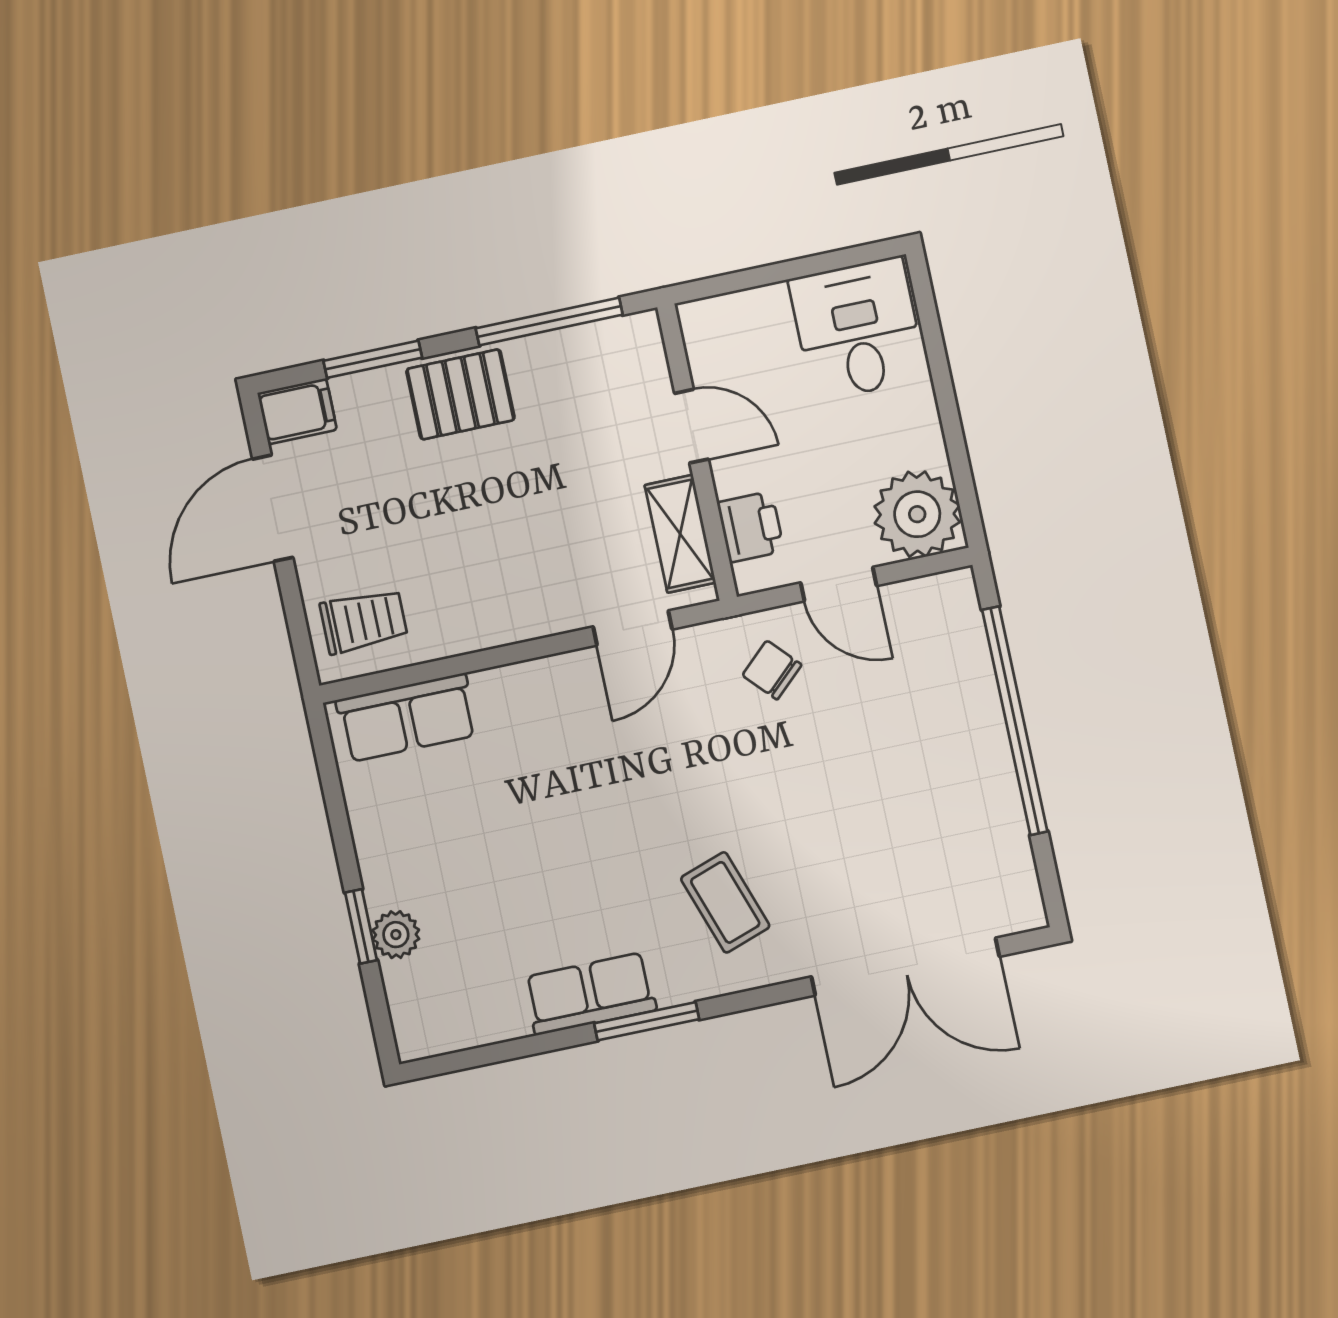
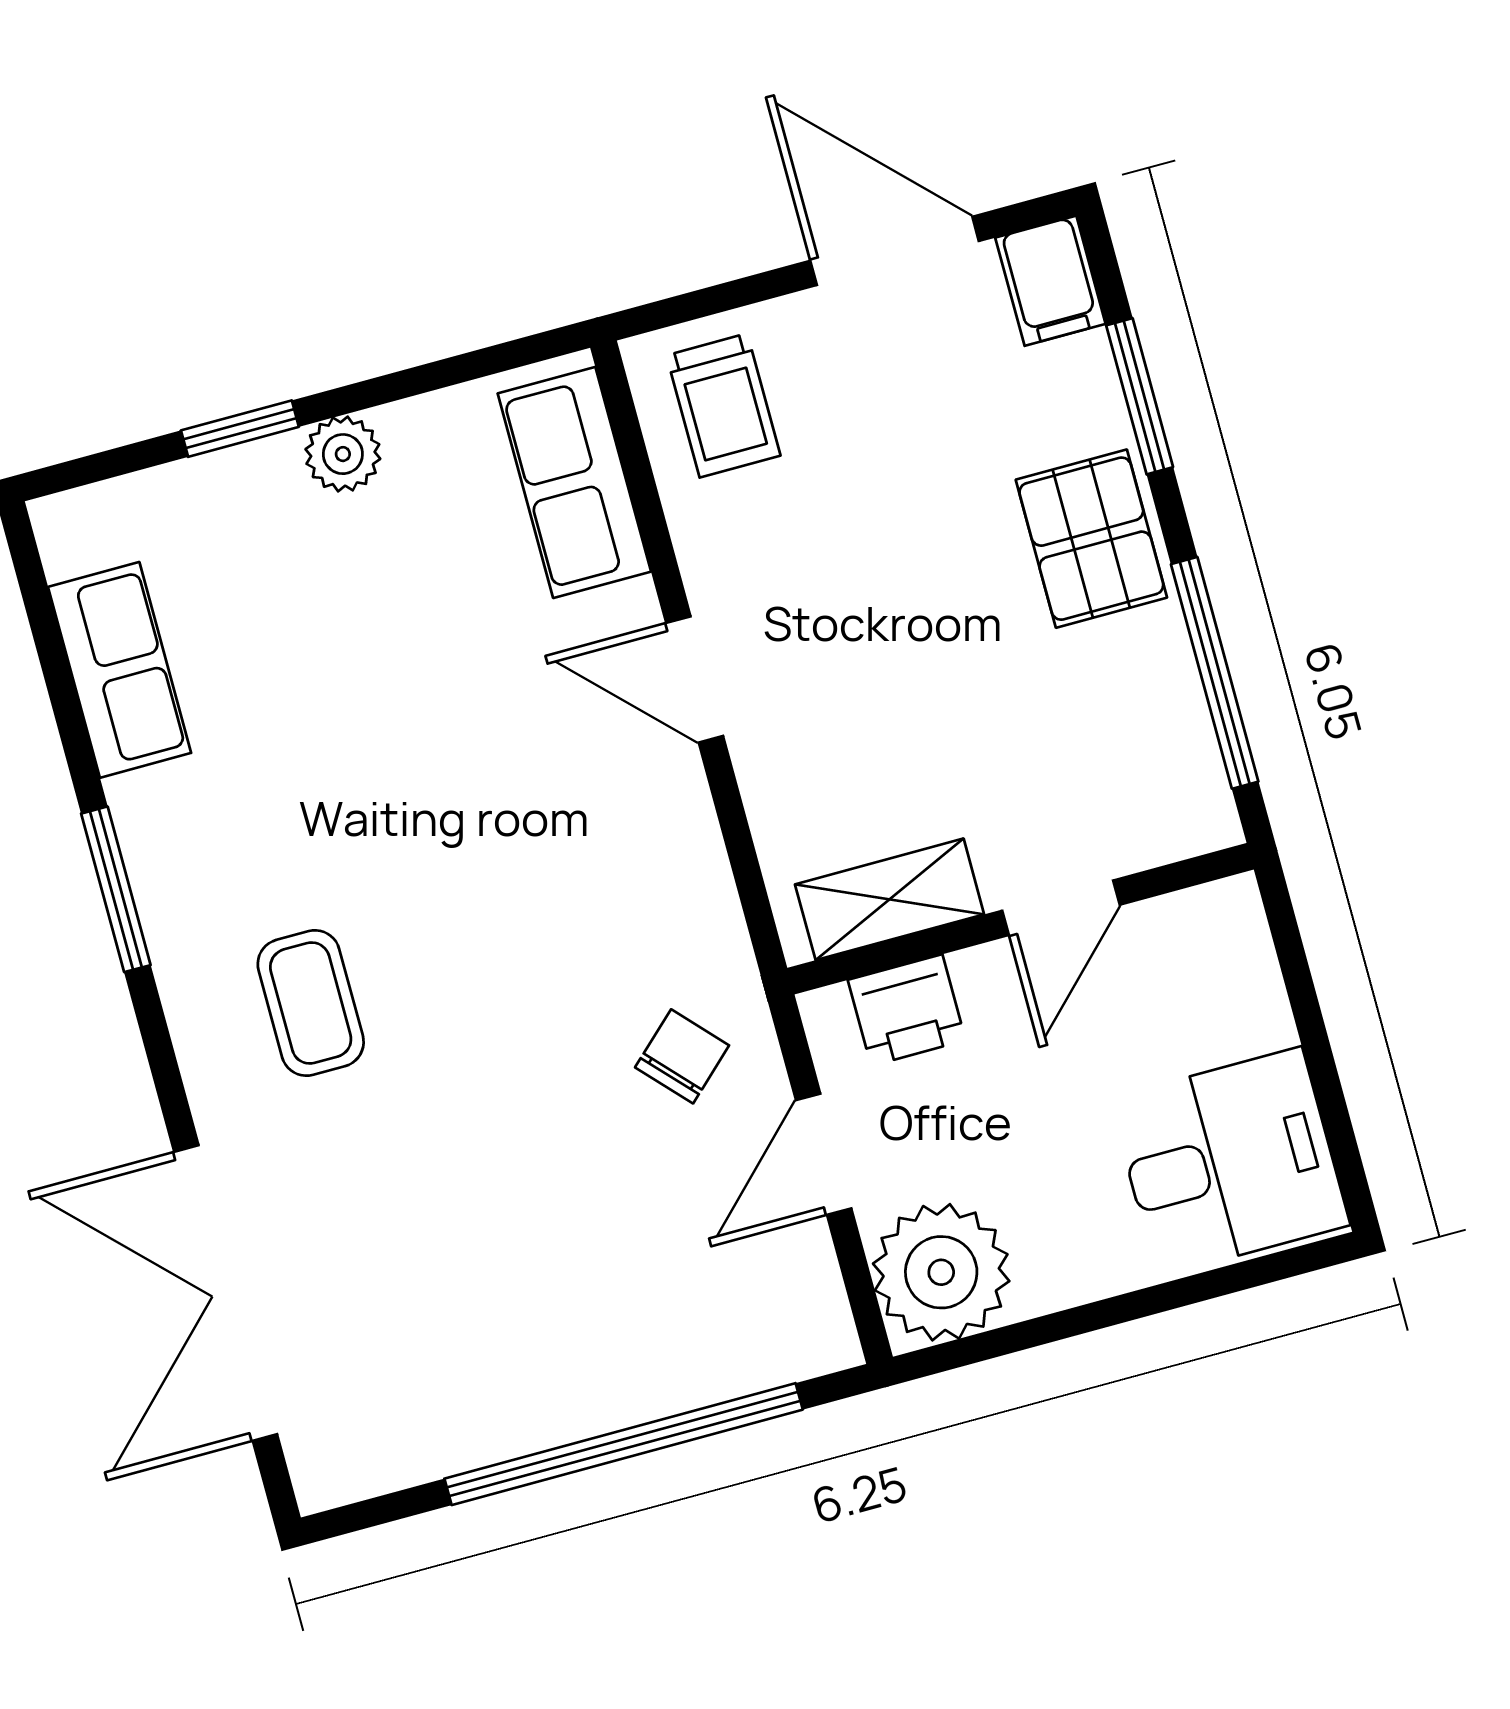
door: (633, 628) -> (695, 679), moved
coffee table: (725, 902) -> (311, 1003), turned -71
plant: (396, 935) -> (343, 454), moved
row of seats: (590, 994) -> (120, 670), moved

